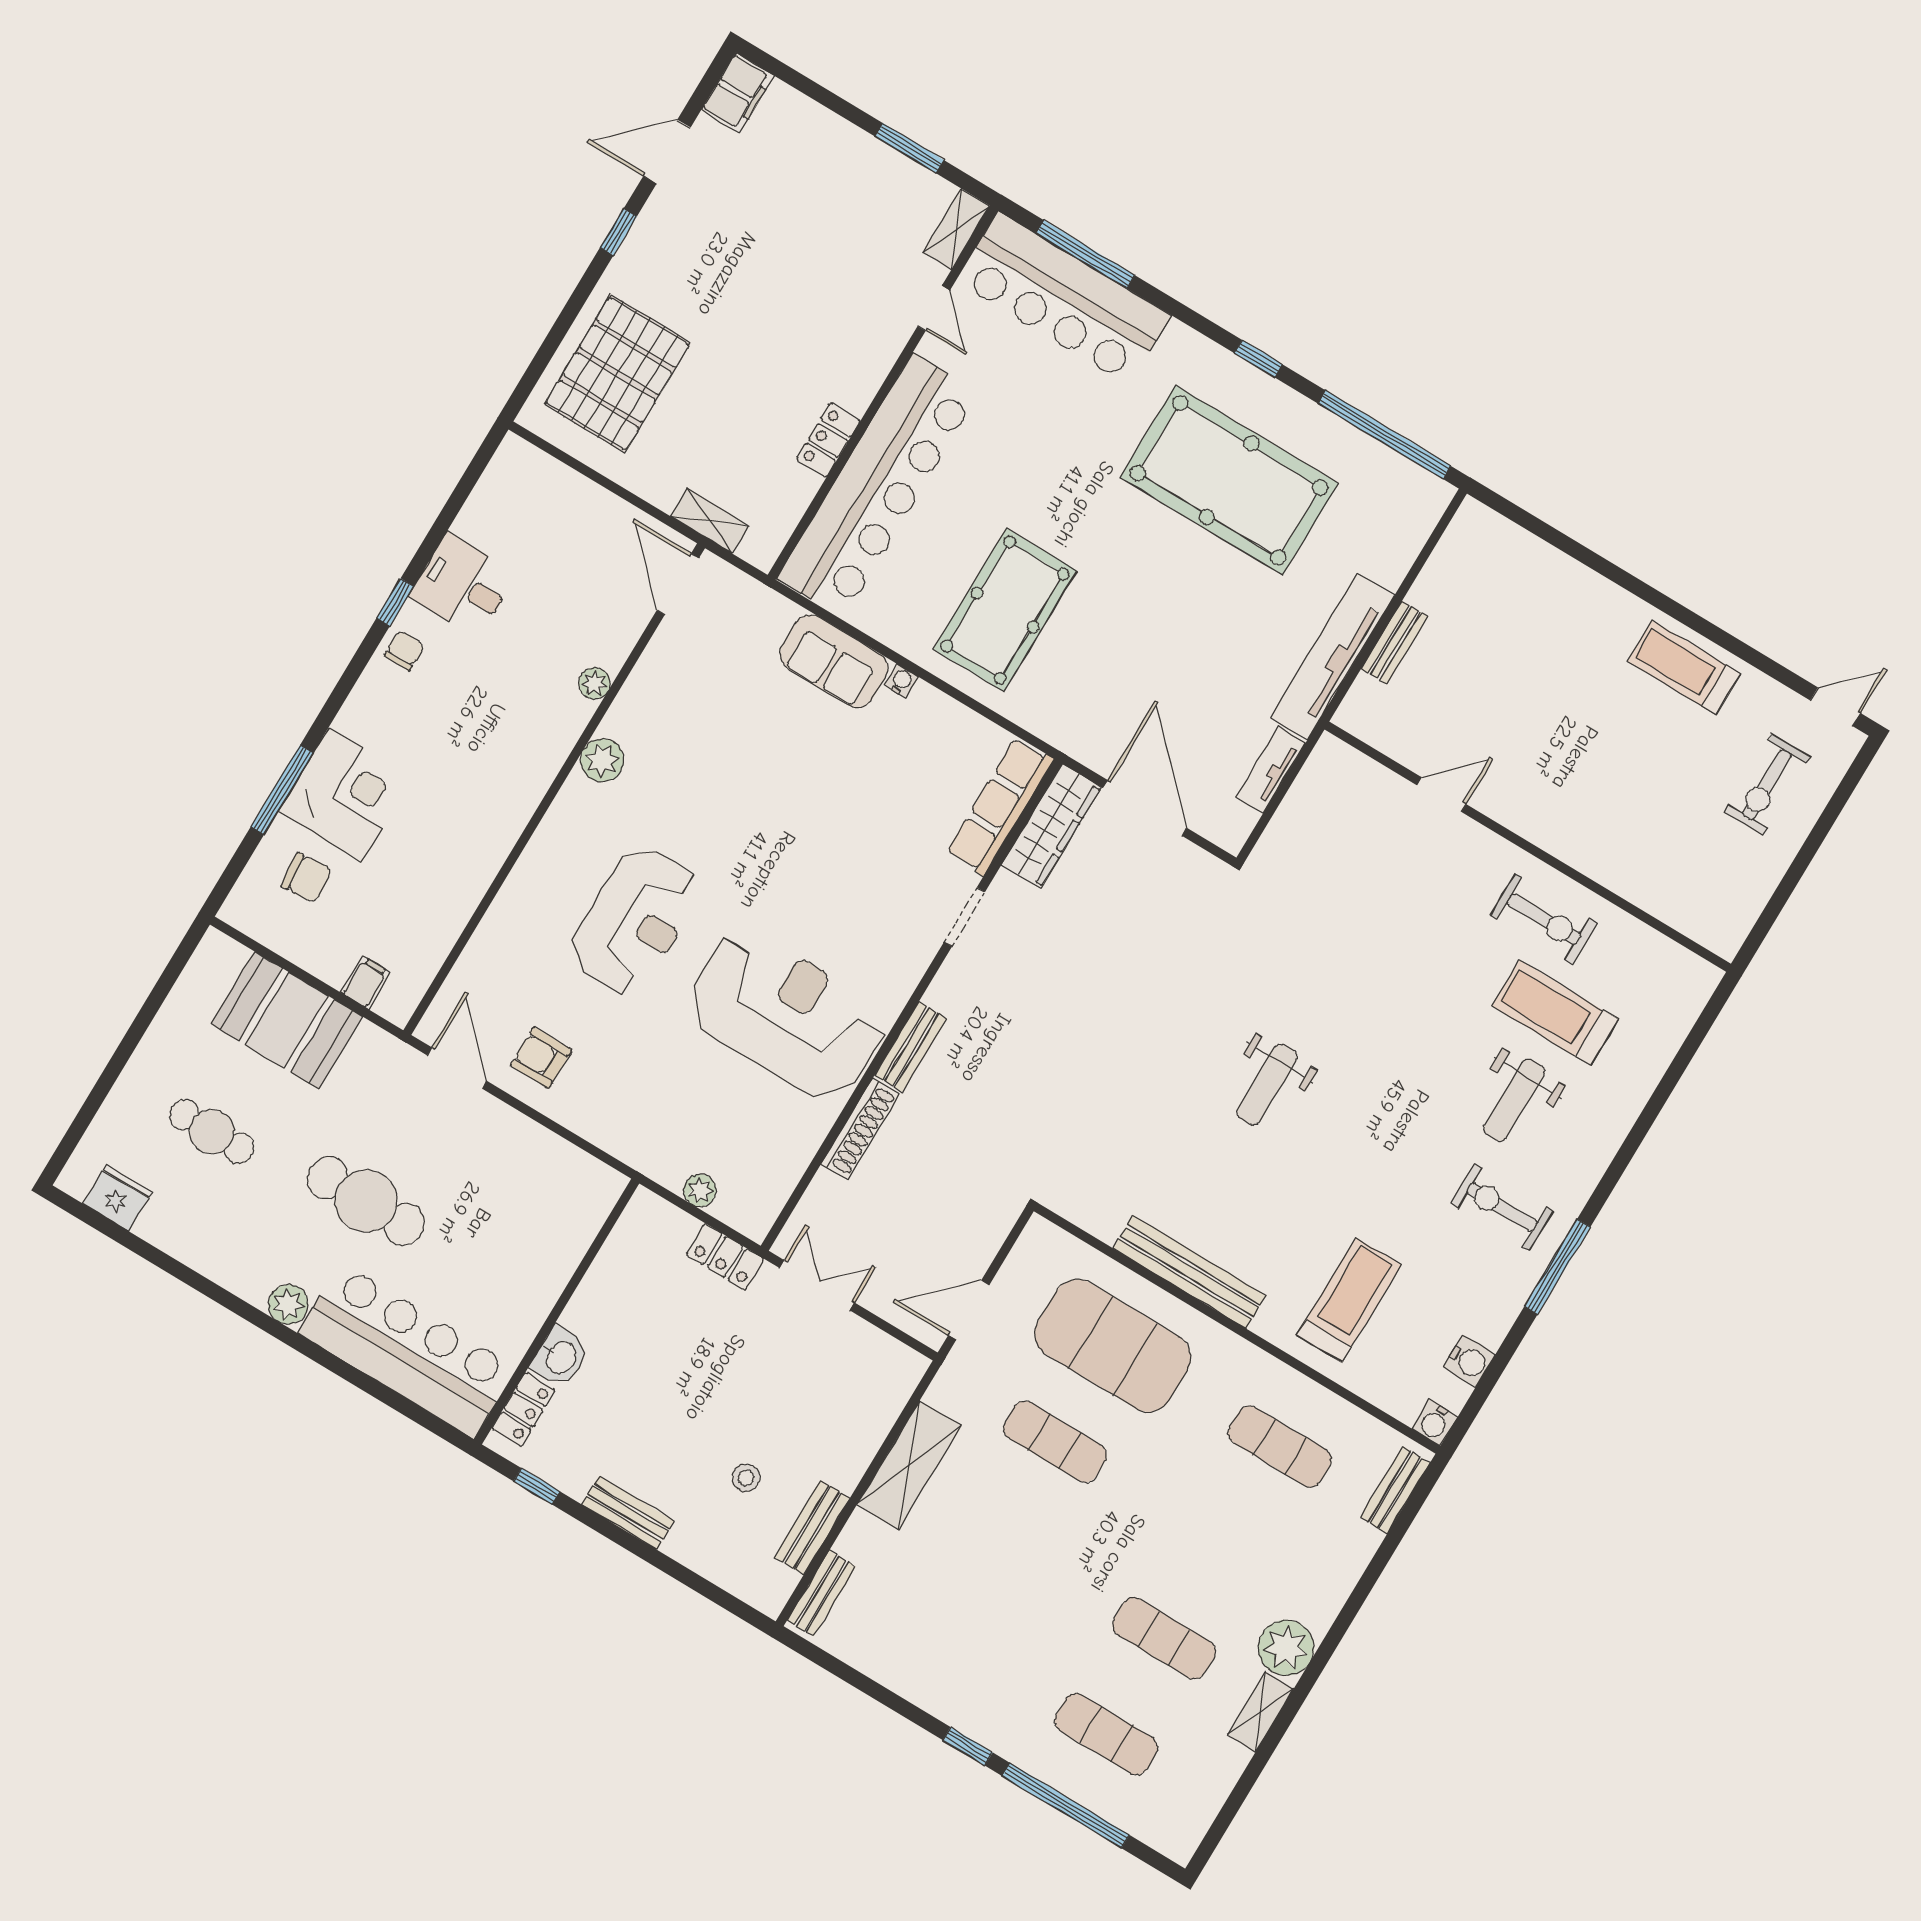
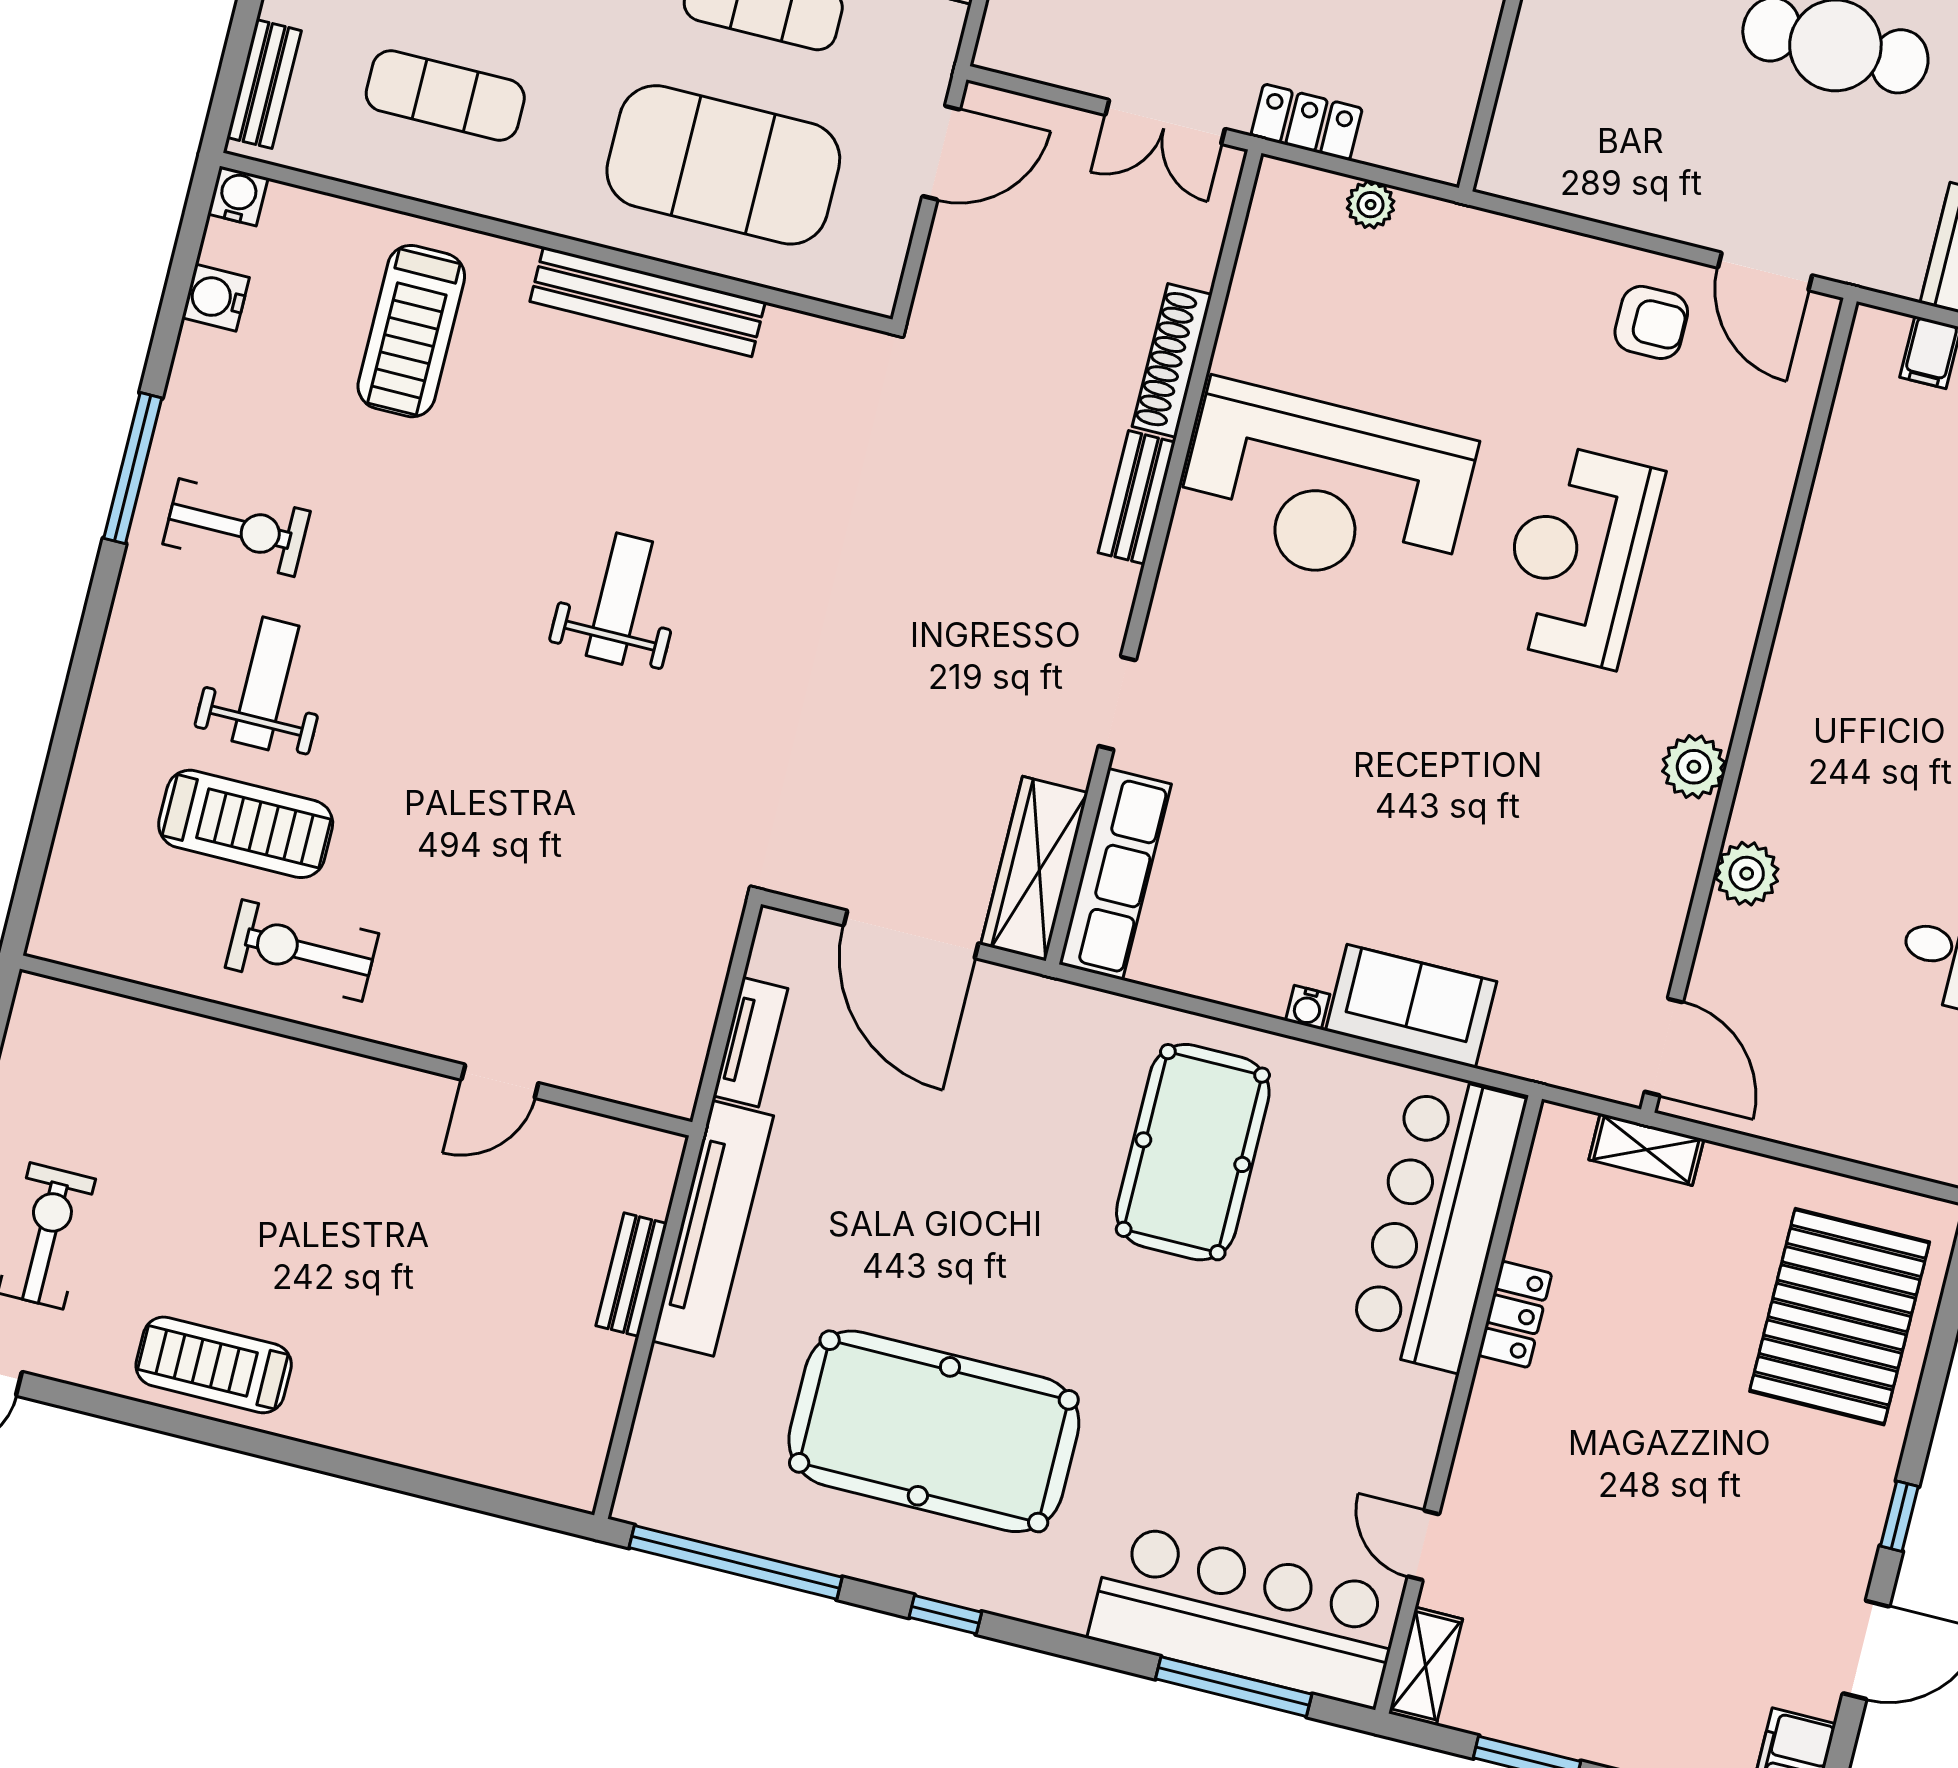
bar counter: (878, 485) -> (1437, 1222), width x0.73
treadmill: (1684, 667) -> (214, 1365), turned 180
plant: (594, 683) -> (1747, 874), width x1.38, depth x1.38

